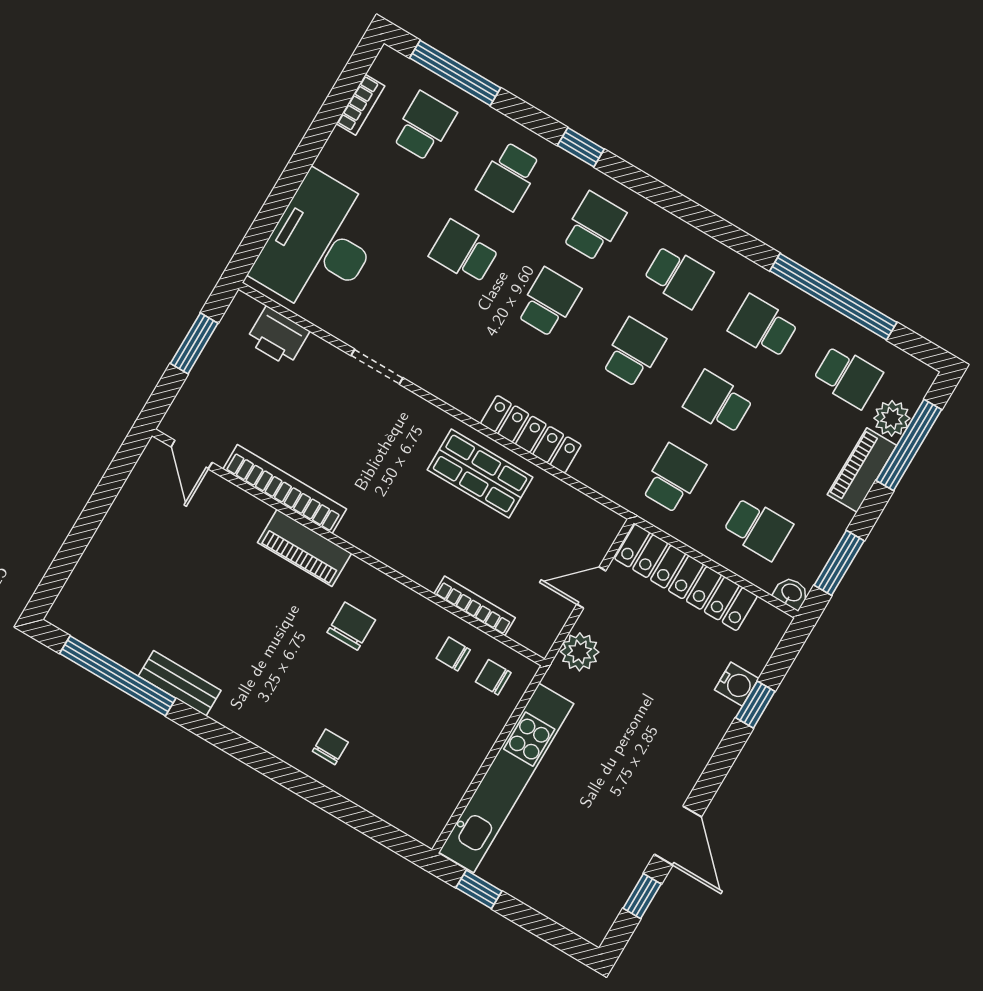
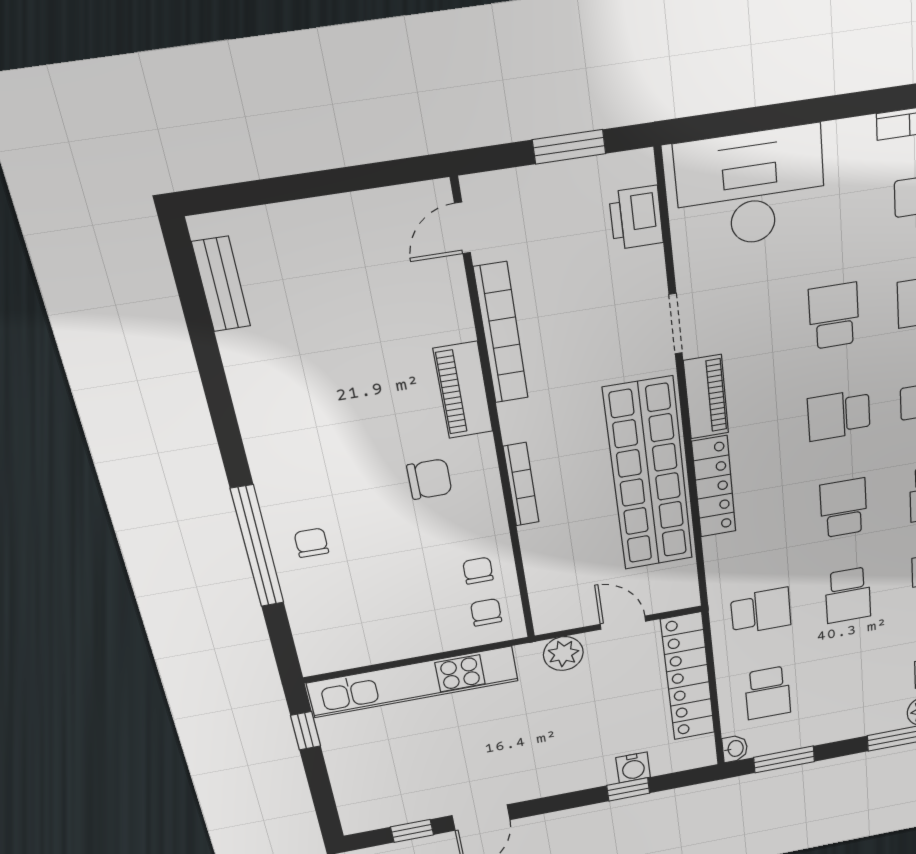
school desk: (549, 302) -> (839, 415), turned 180
school desk: (633, 352) -> (844, 508), turned -90
school desk: (718, 402) -> (848, 595), turned 180
piano: (862, 470) -> (706, 397), moved, turned 90
shop shelf: (480, 474) -> (649, 475), width x2.00, depth x1.36
bookcase: (475, 606) -> (521, 484), moved
window: (118, 676) -> (257, 546), moved
bench: (180, 683) -> (221, 284), moved
chair: (330, 747) -> (311, 543), turned -90

